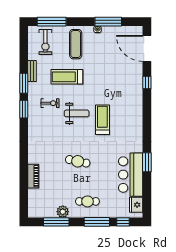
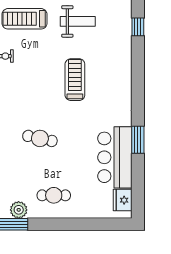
weight bench: (77, 113) -> (78, 21), moved
window: (97, 222) -> (67, 224), removed
window: (123, 222) -> (104, 224), removed

